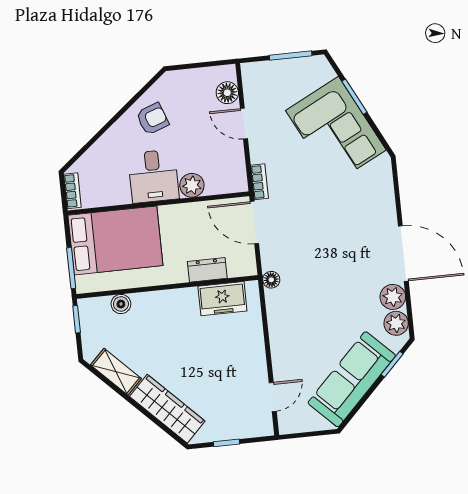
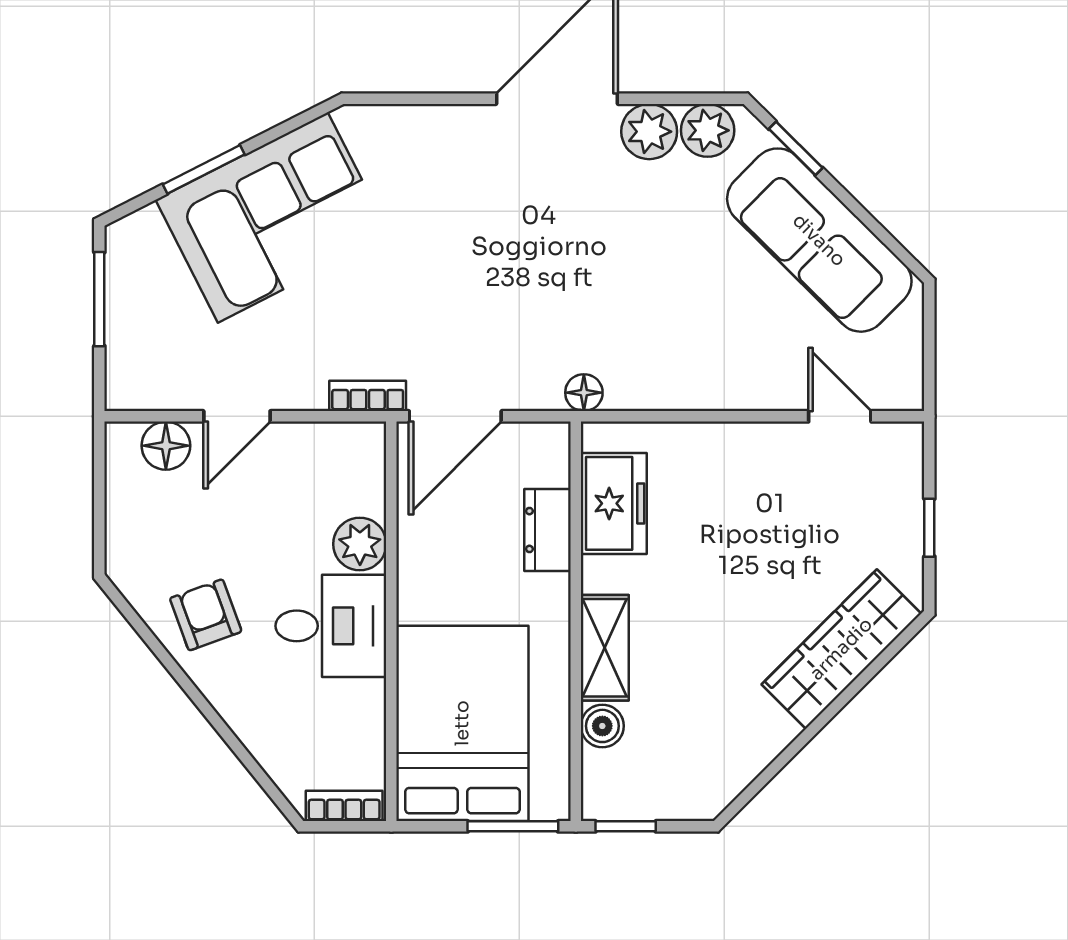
shelving: (116, 372) -> (605, 648), moved, turned -45

